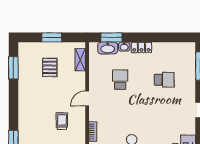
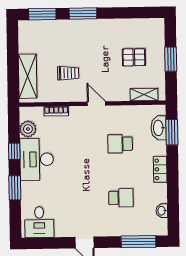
washbasin: (124, 47) -> (162, 211), moved
window: (13, 68) -> (83, 13), moved
school desk: (120, 80) -> (120, 144), turned 180
school desk: (164, 80) -> (121, 198), turned -90

